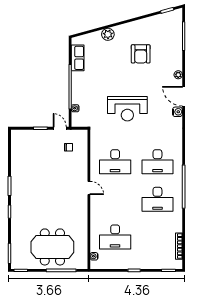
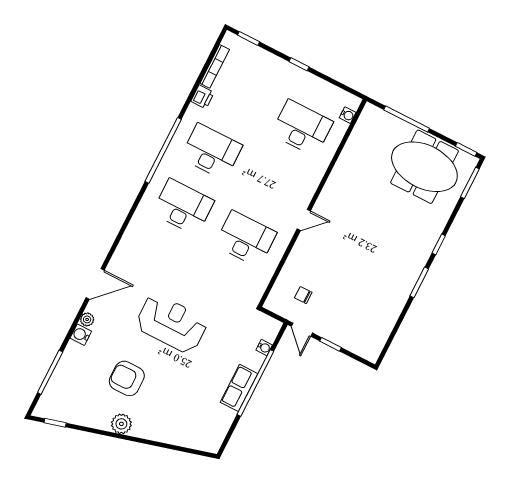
plant: (108, 34) -> (121, 424), moved
armchair: (141, 54) -> (127, 378), turned -90
row of seats: (78, 58) -> (239, 388), moved
door: (184, 96) -> (95, 284), hinge flipped
reception desk: (127, 109) -> (172, 324), moved
water cooler: (177, 112) -> (81, 335), moved
door: (89, 188) -> (304, 220), swing flipped
printer: (177, 226) -> (202, 97), added
meeting table: (52, 247) -> (424, 167), moved

